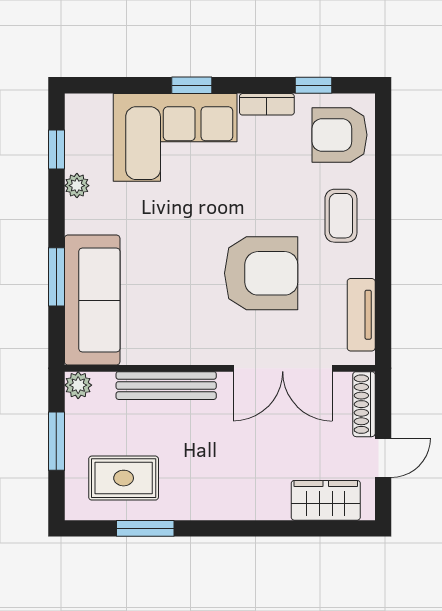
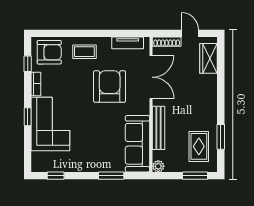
armchair: (340, 135) -> (49, 52), turned -90
plant: (77, 186) -> (71, 167), removed
sofa: (92, 300) -> (137, 144), moved, turned -90
window: (56, 441) -> (195, 176), moved

